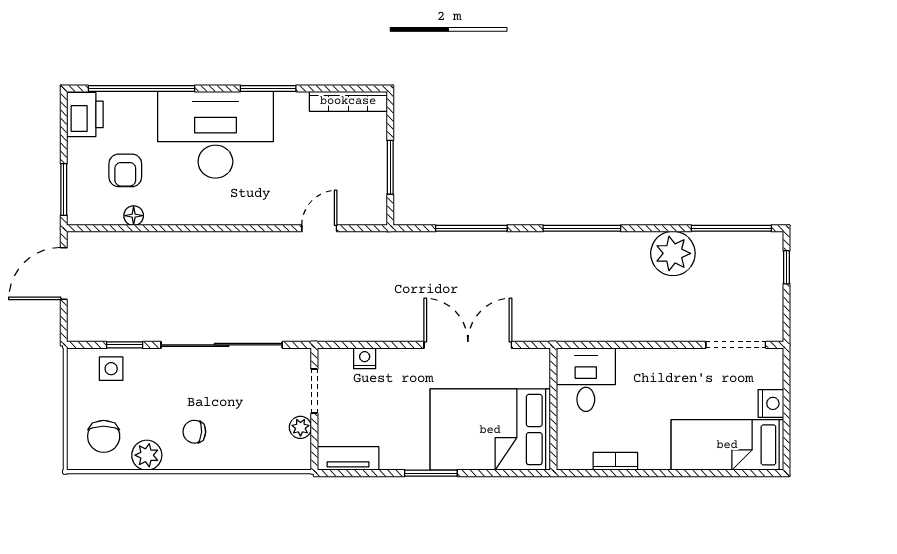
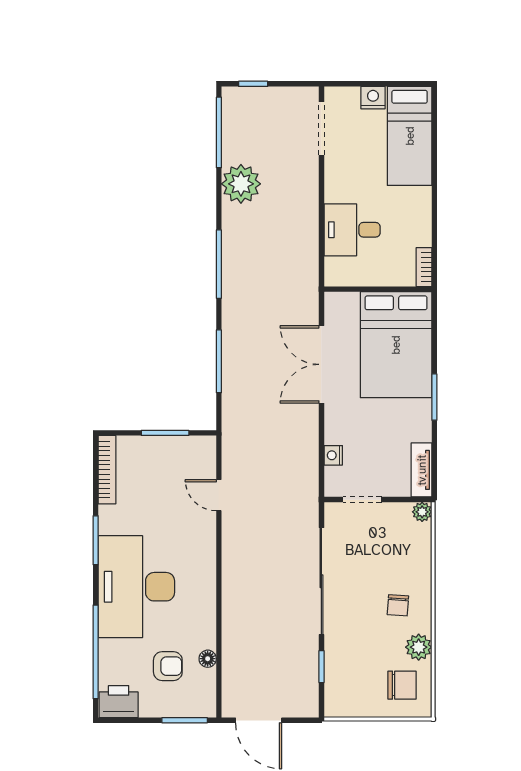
side table: (111, 369) -> (342, 679), removed
desk: (586, 380) -> (352, 230), moved
plant: (300, 427) -> (422, 512), moved
bookcase: (615, 461) -> (424, 267), moved

